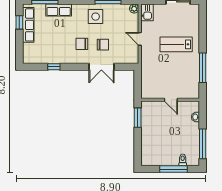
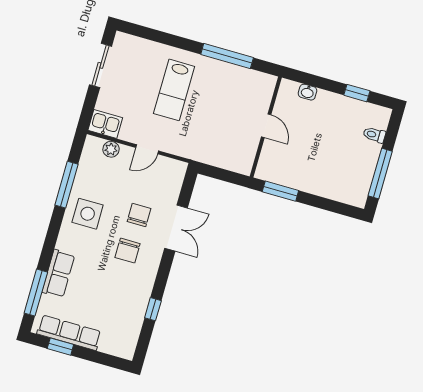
plant: (134, 9) -> (111, 149), moved
door: (171, 100) -> (266, 126), hinge flipped
window: (203, 144) -> (357, 93), width x0.46
window: (174, 169) -> (380, 174), moved

